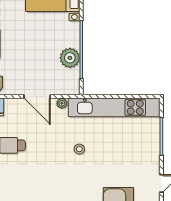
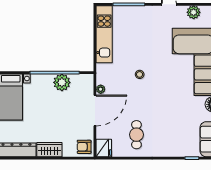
door: (37, 97) -> (95, 110), width x1.36
kitchen unit: (114, 107) -> (104, 34), width x0.73

